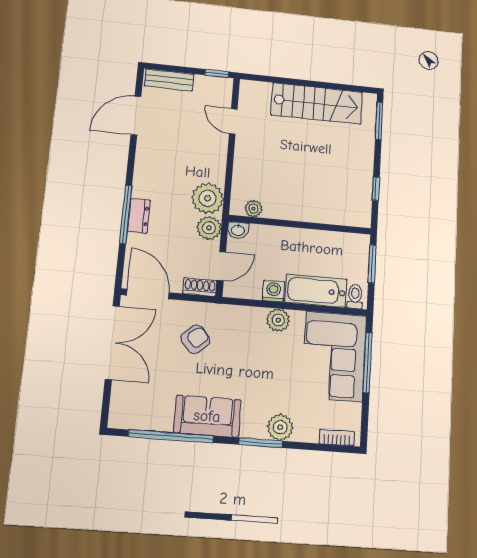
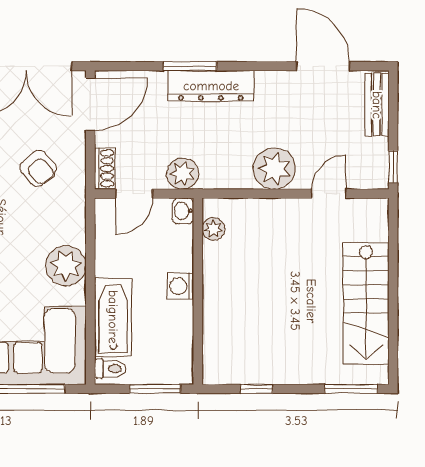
plant: (208, 198) -> (274, 168), moved
window: (126, 214) -> (190, 66), width x0.69
dresser: (139, 216) -> (211, 86), width x1.96, depth x1.24
door: (221, 266) -> (134, 194), hinge flipped
washing machine: (274, 291) -> (180, 286), moved, turned 180
plant: (278, 320) -> (66, 266), width x1.36, depth x1.36

